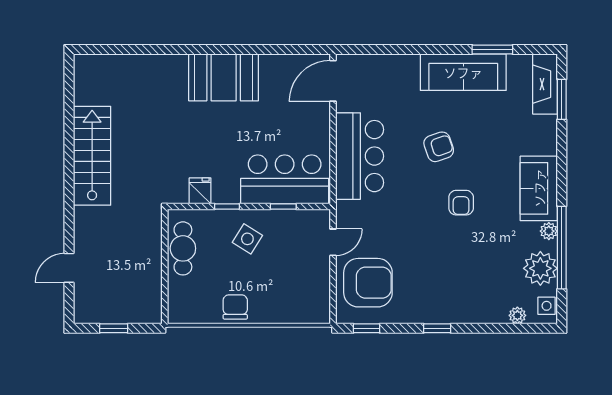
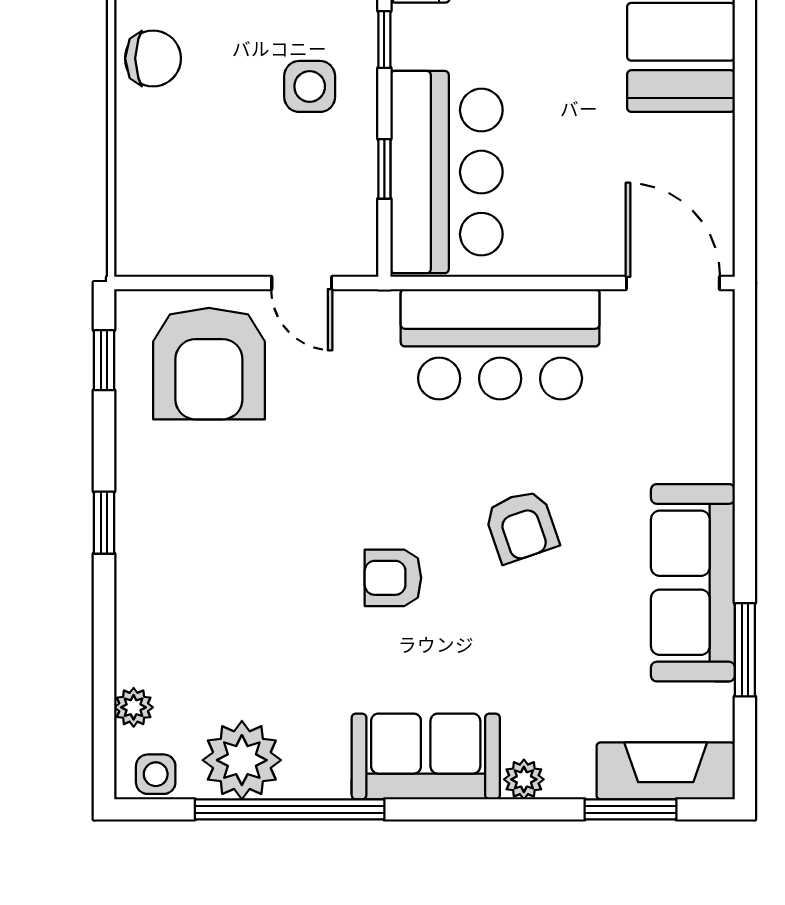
plant: (549, 231) -> (524, 779), moved
side table: (247, 239) -> (310, 86), turned -32

